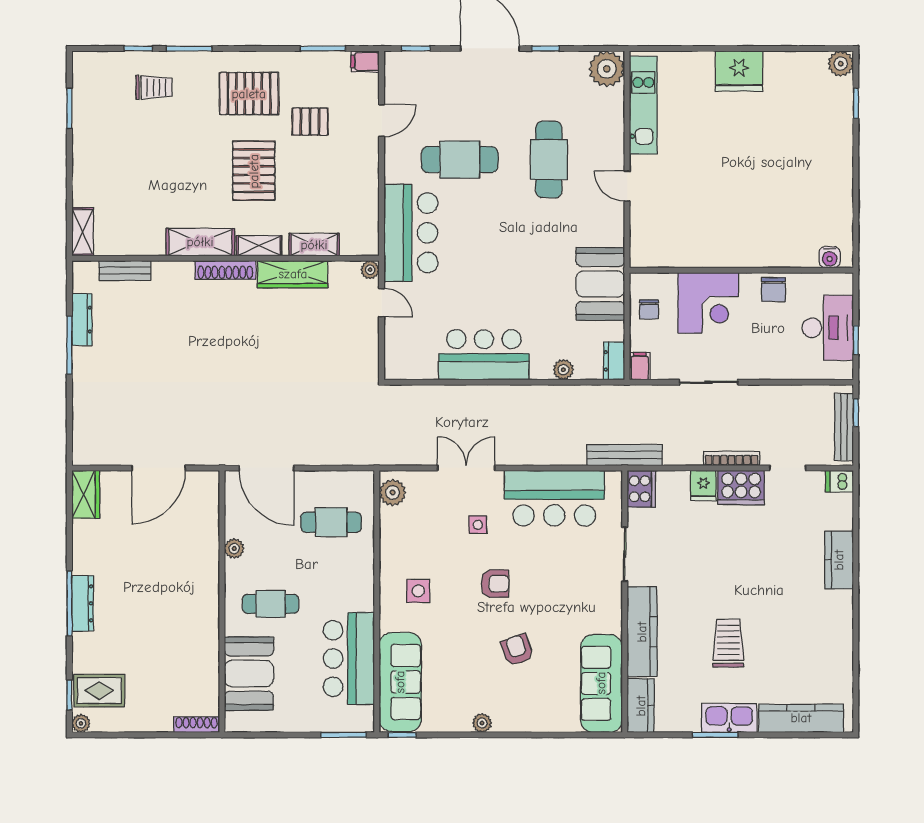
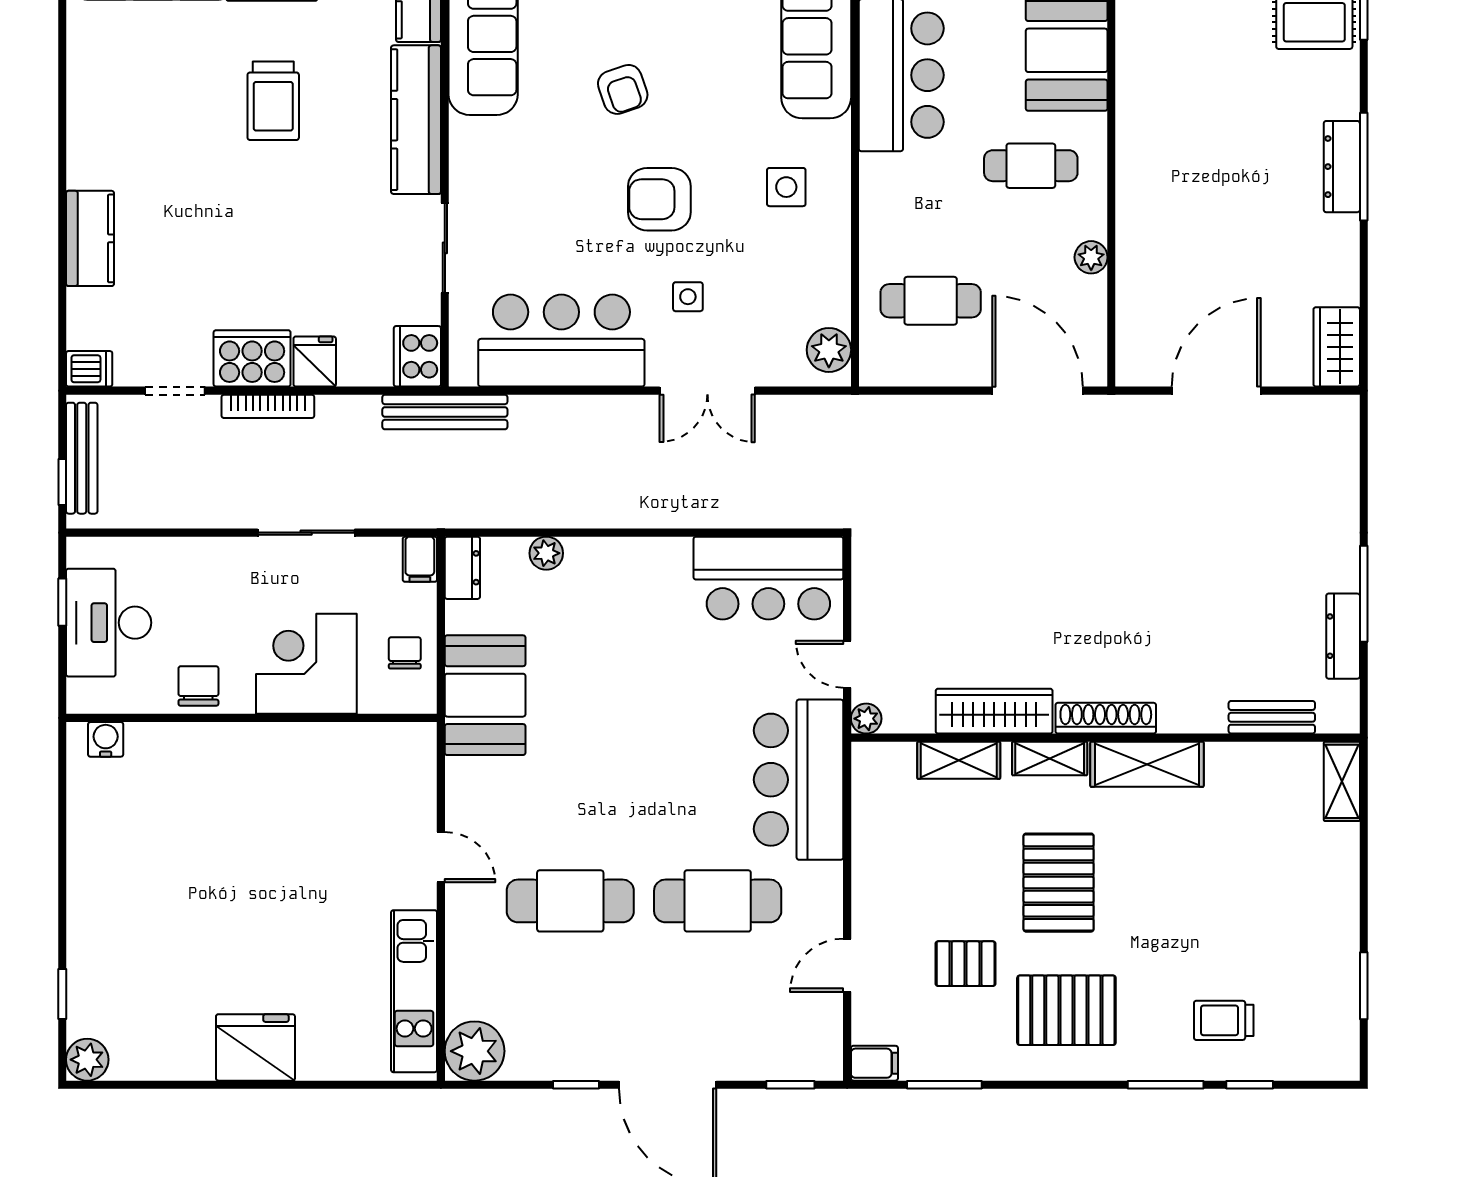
cafe table: (549, 160) -> (570, 901), turned 90
bar counter: (484, 355) -> (768, 578), moved
armchair: (495, 584) -> (659, 199), width x1.38, depth x1.38

